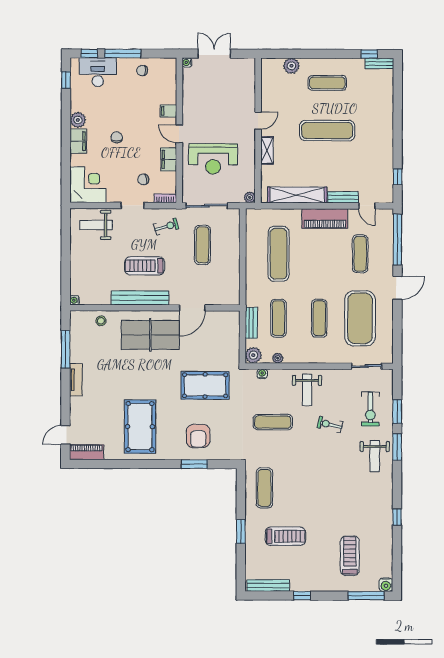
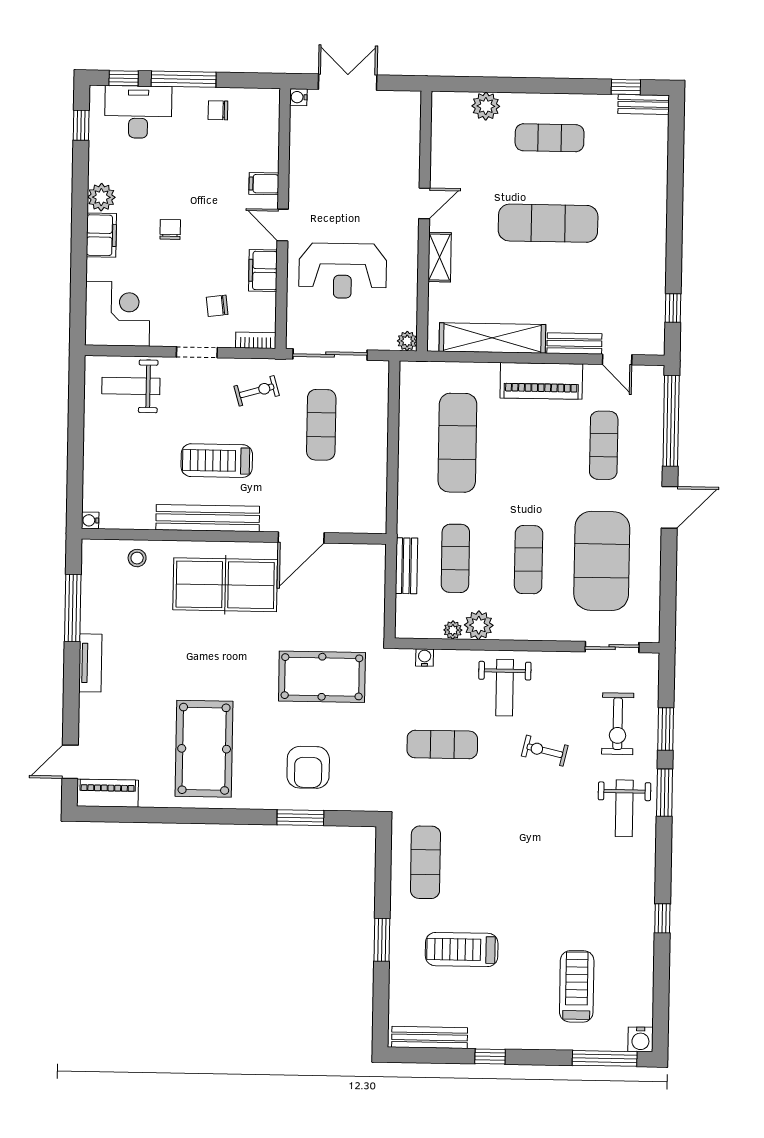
plant: (253, 355) -> (479, 625), moved
treadmill: (285, 536) -> (462, 950), turned 180

